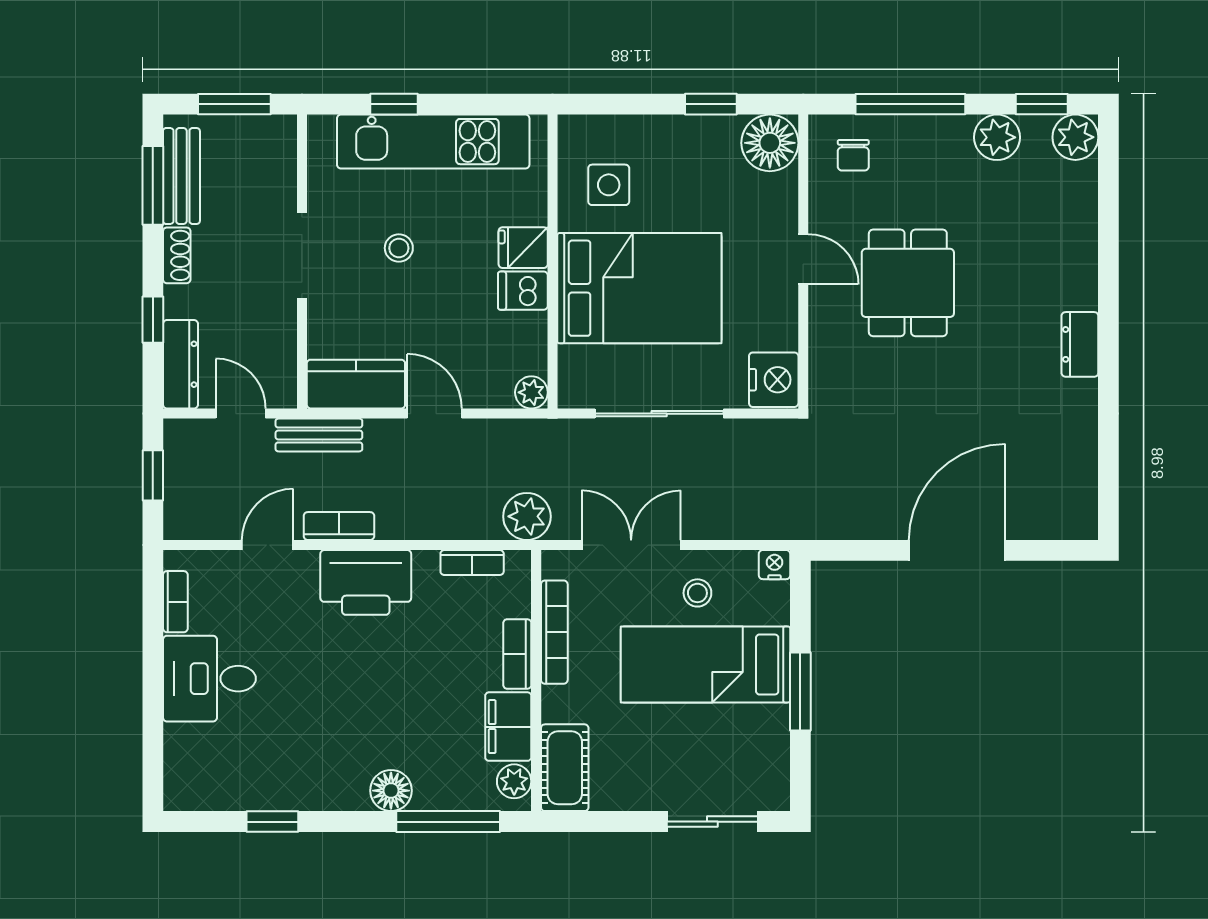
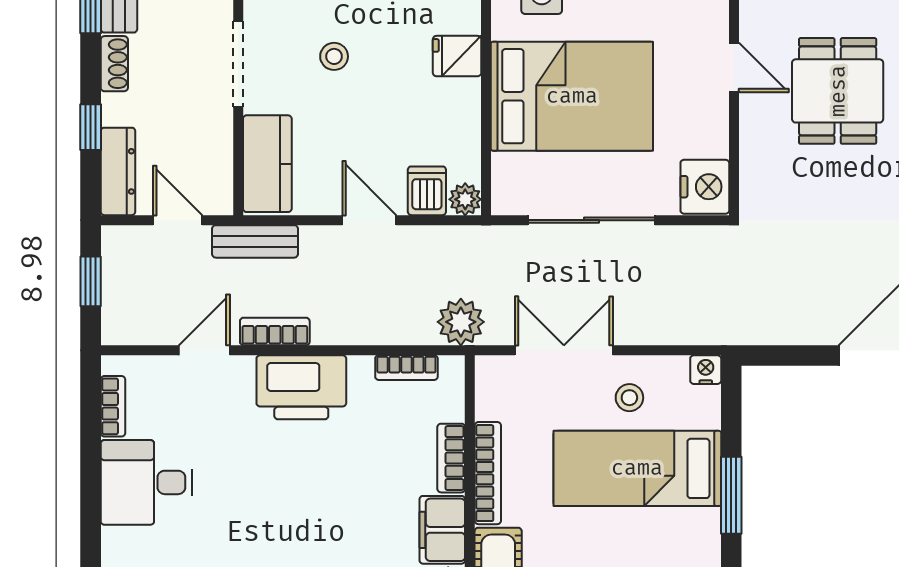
dishwasher: (523, 291) -> (427, 191), moved, turned 90
kitchen counter: (356, 384) -> (267, 164), moved, turned 90
bookcase: (554, 632) -> (488, 473), moved

